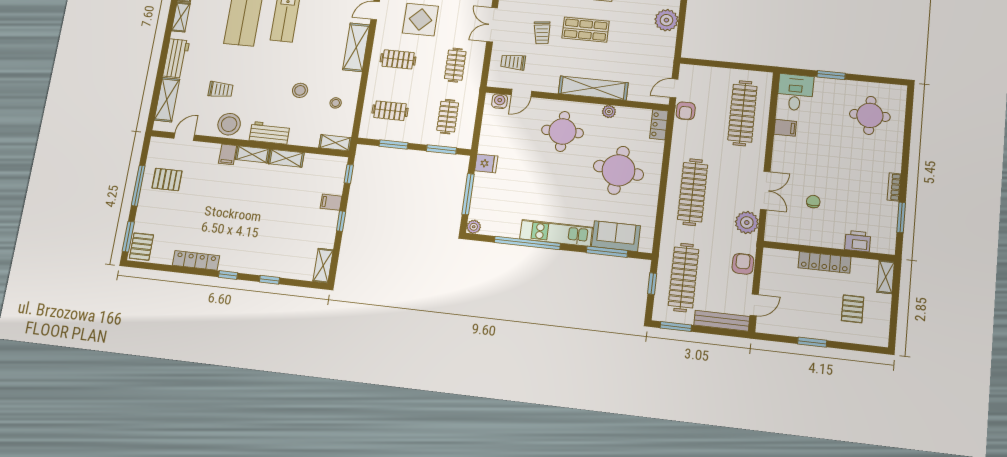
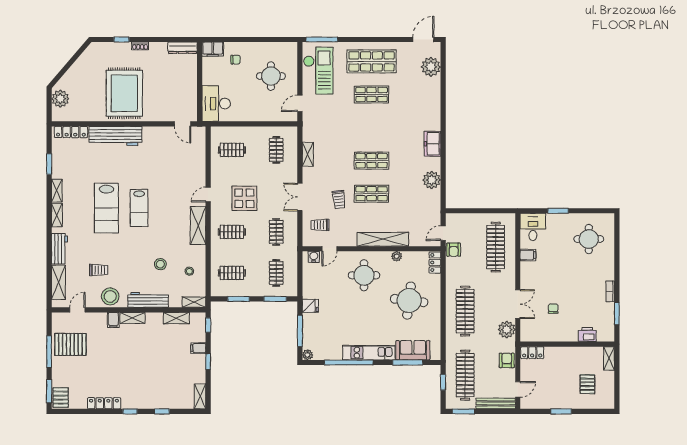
workbench: (270, 133) -> (148, 300), width x1.37
shelving: (286, 158) -> (176, 318), moved
pallet: (167, 179) -> (70, 344), width x1.50, depth x1.42
locker: (825, 262) -> (532, 353), moved, width x0.66

